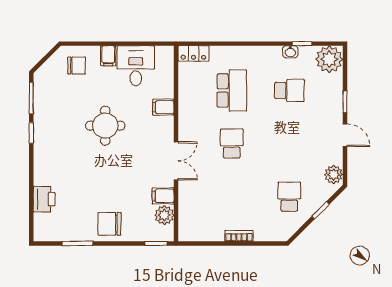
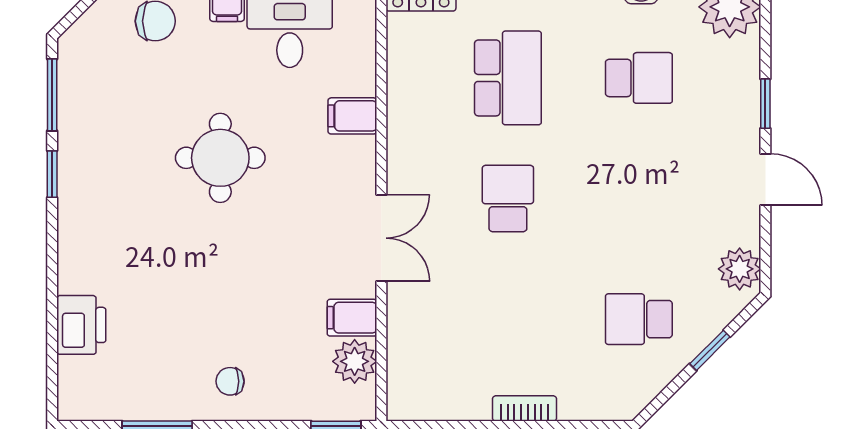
school desk: (289, 197) -> (639, 319), turned -90
chair: (110, 224) -> (230, 381), width x0.54, depth x0.54

